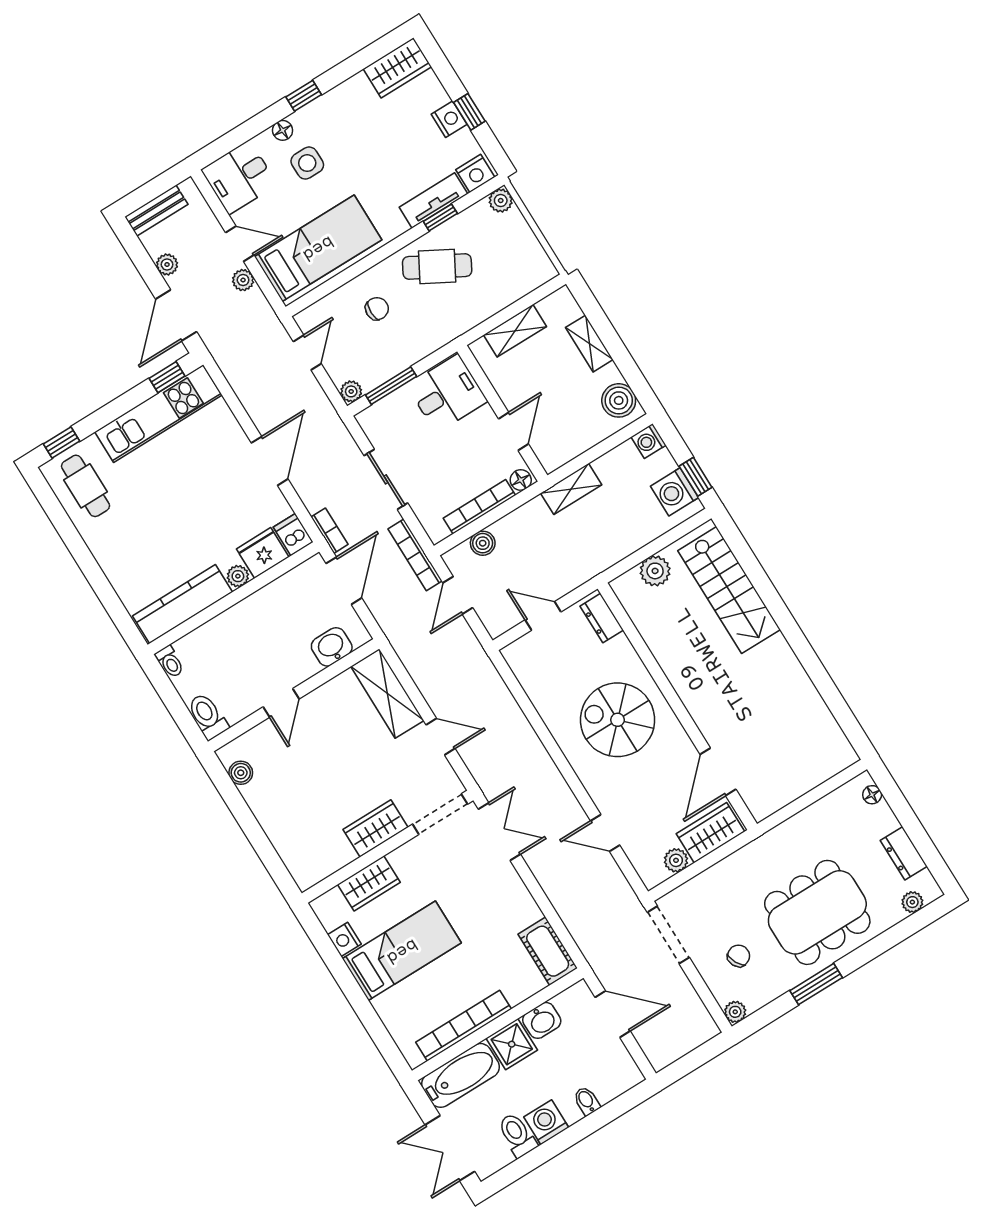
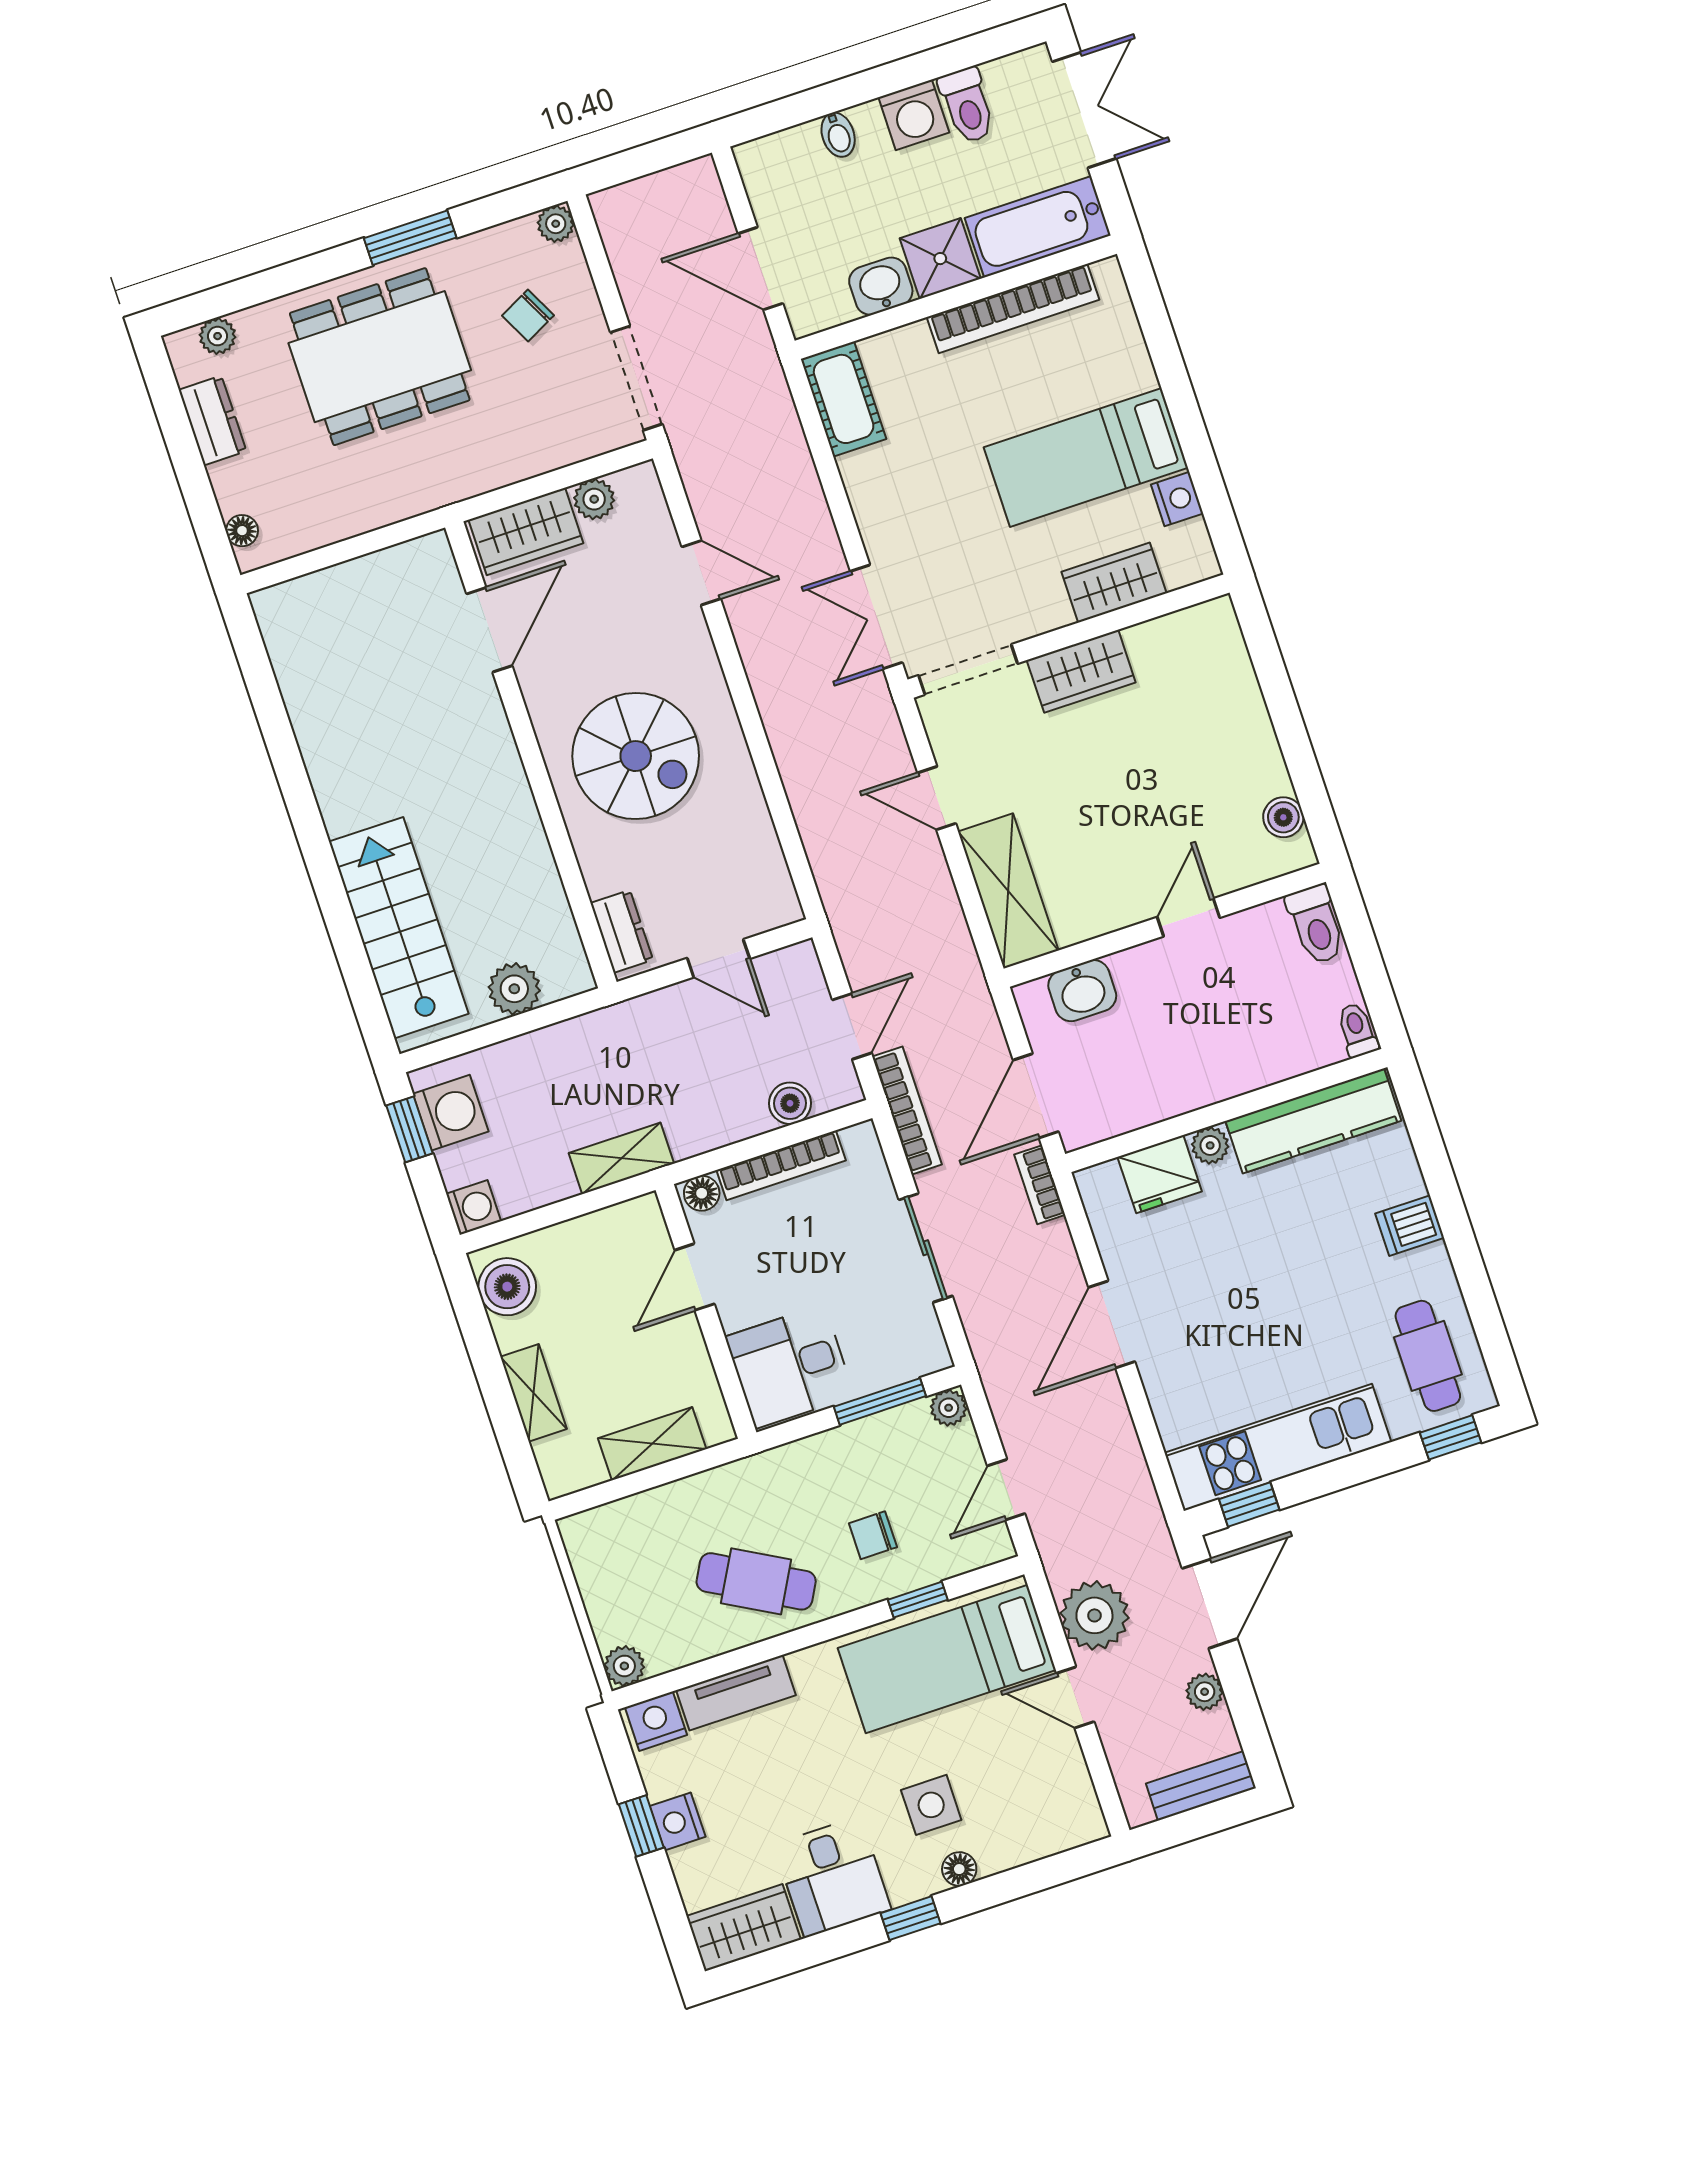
desk: (239, 177) -> (833, 1877), moved, turned 90
window: (440, 217) -> (918, 1600), moved
plant: (243, 280) -> (1094, 1615), width x1.87, depth x1.87
dishwasher: (293, 535) -> (1410, 1226), moved, turned 90

